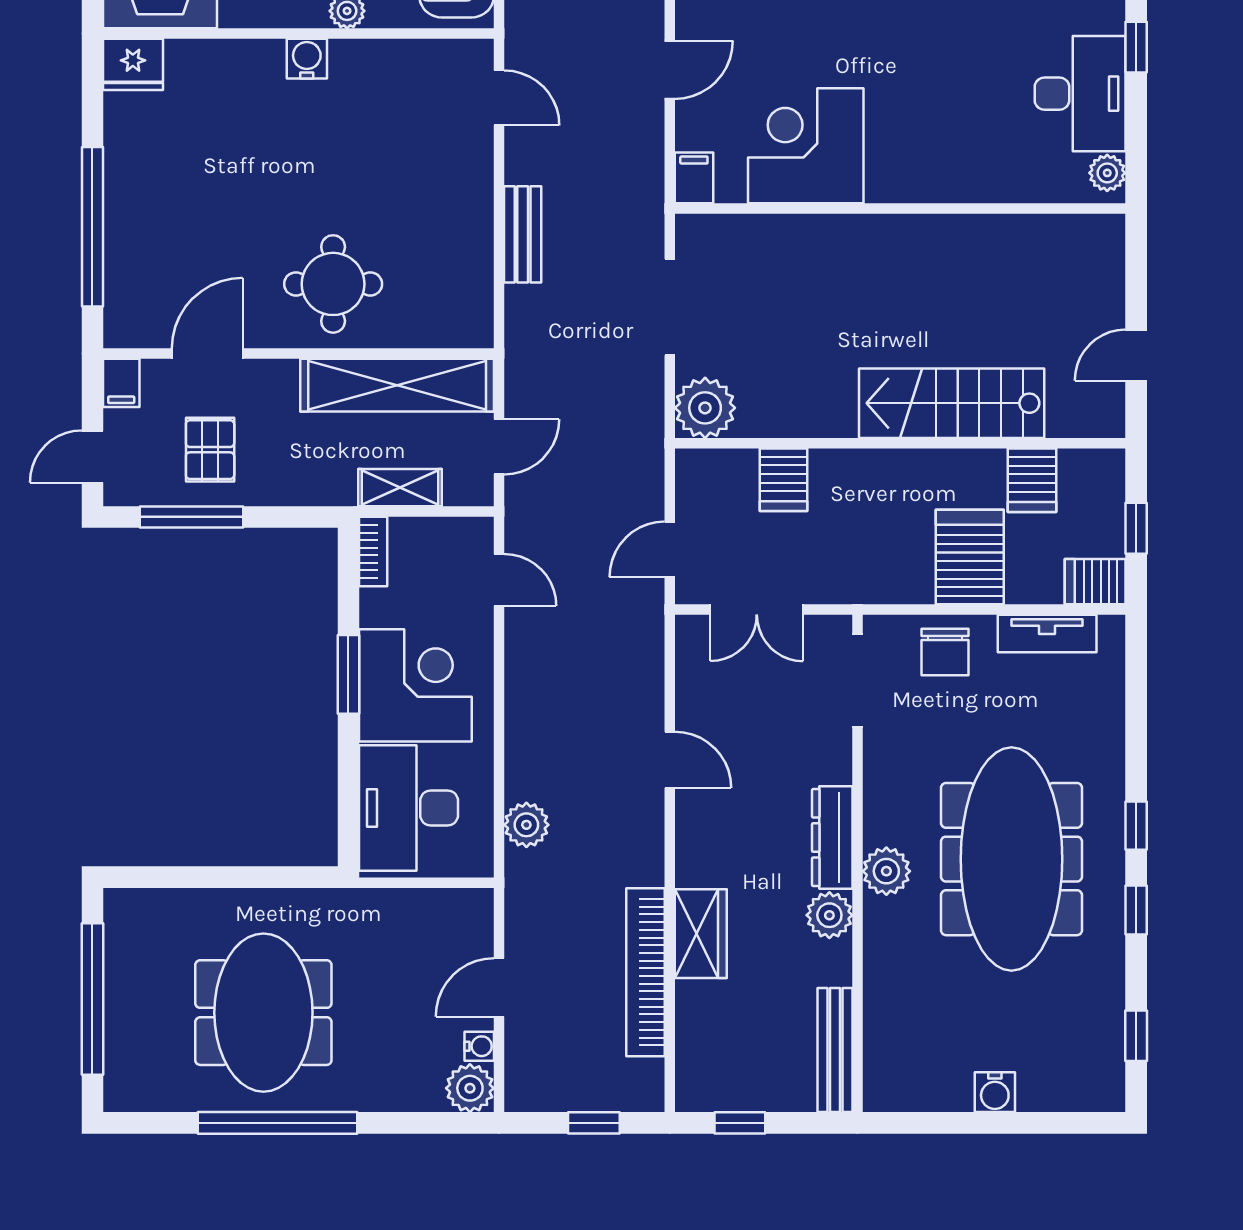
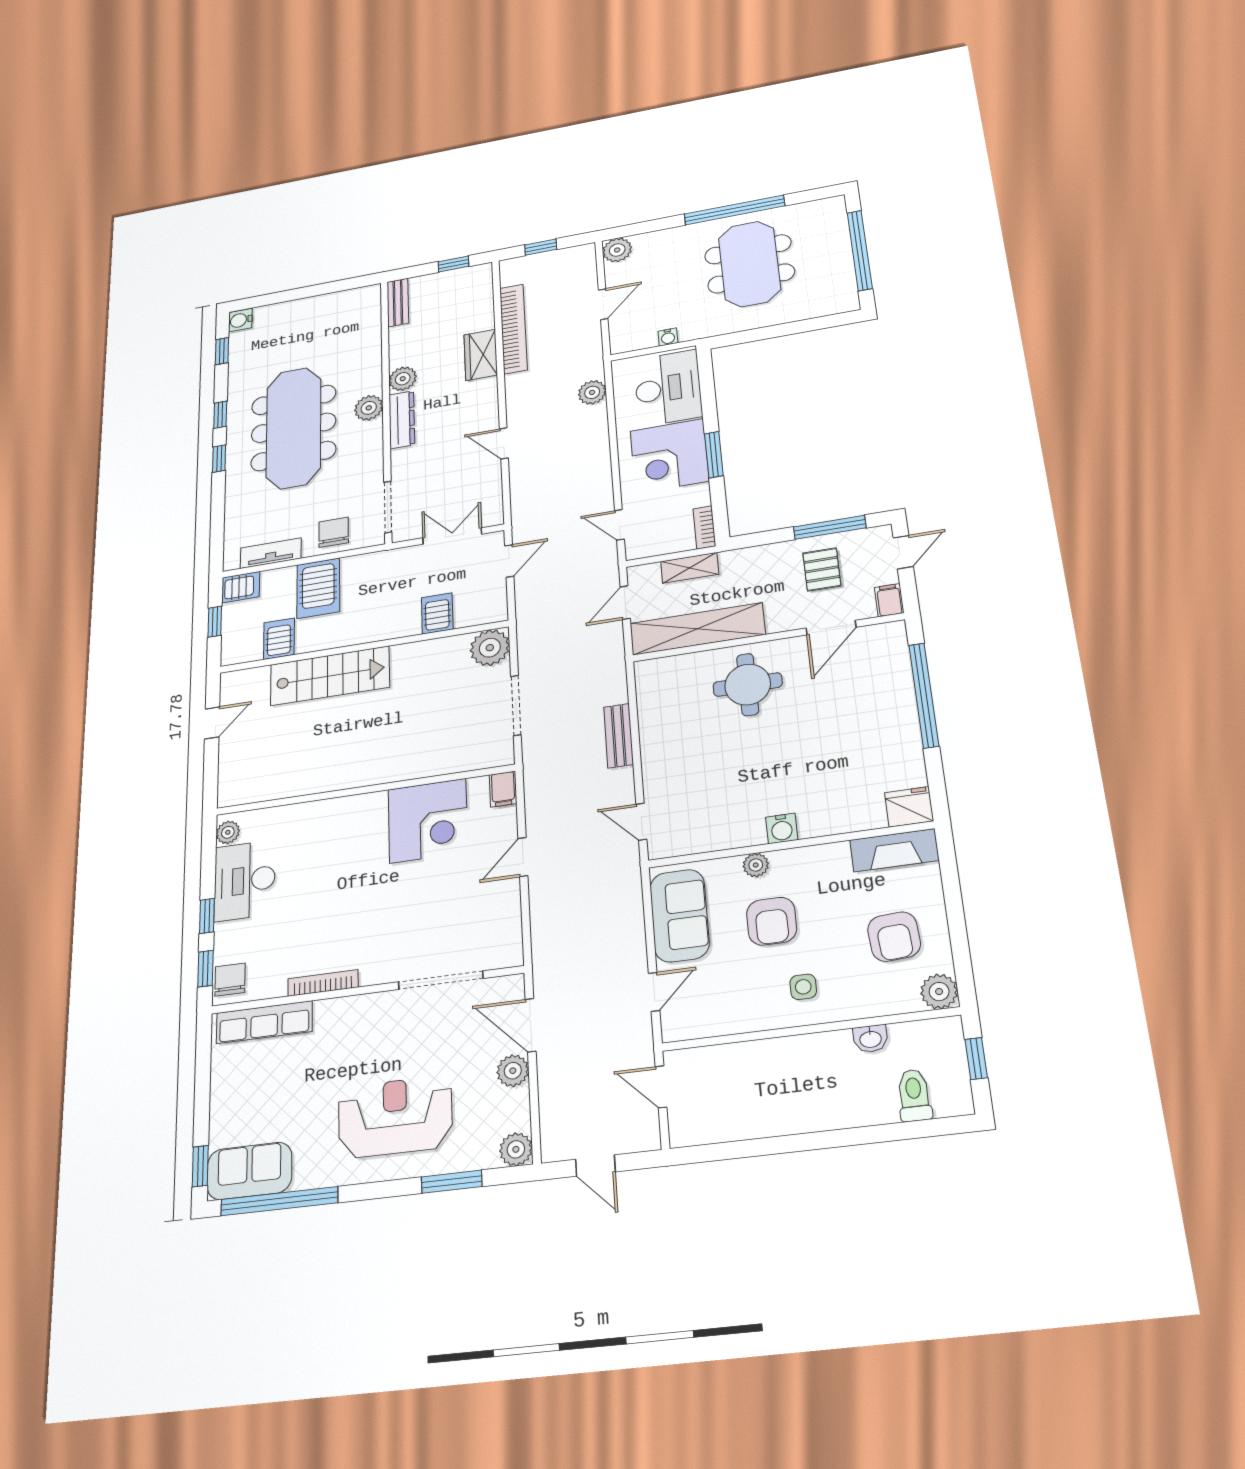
water cooler: (479, 1046) -> (668, 337), moved, turned -90
bench: (835, 1050) -> (398, 302), width x0.73
water cooler: (995, 1092) -> (240, 320), moved, turned -90

